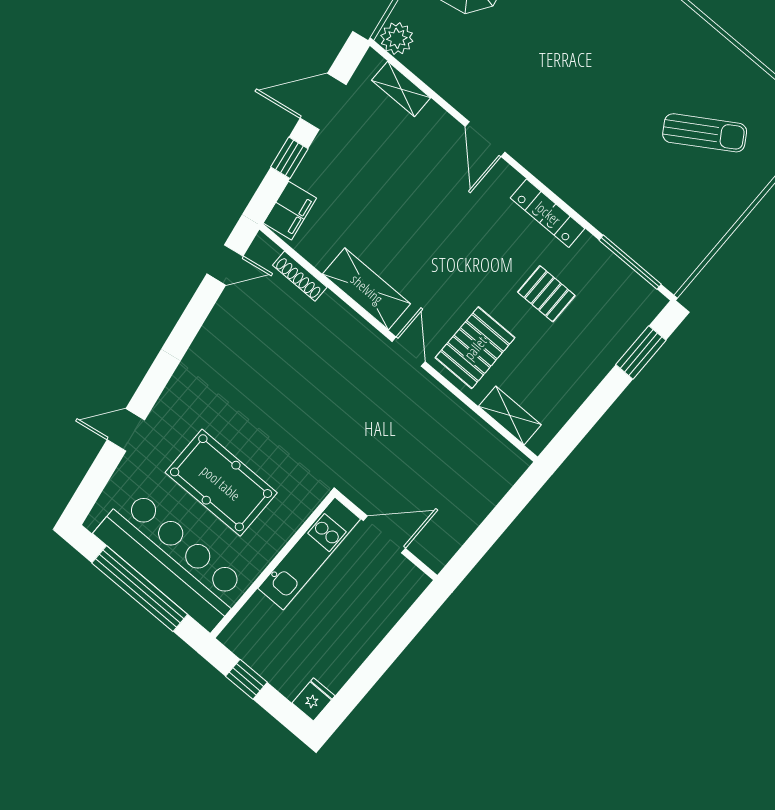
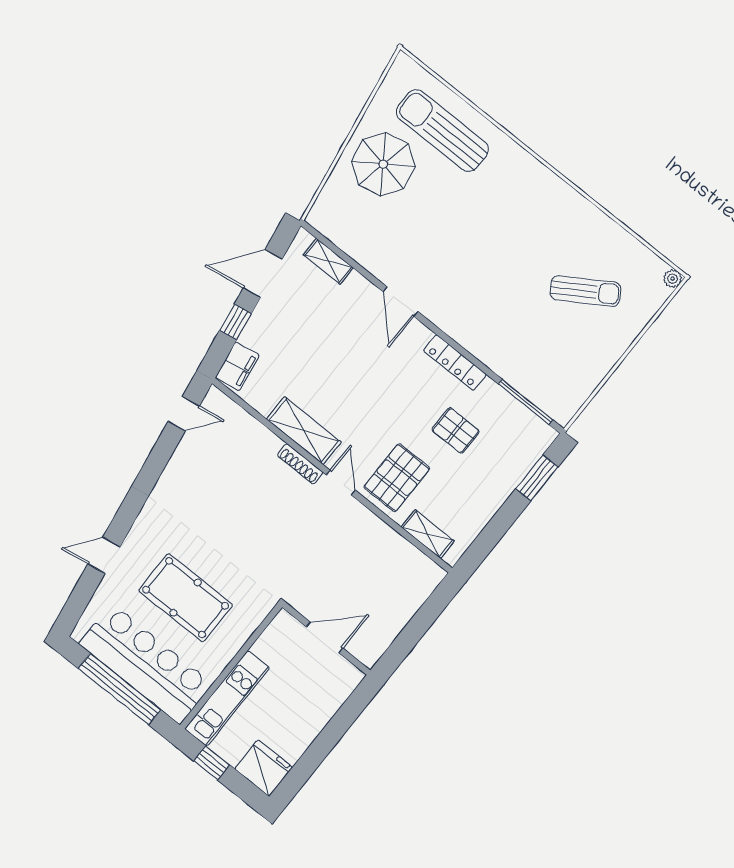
plant: (397, 38) -> (323, 219), removed
shoe rack: (300, 276) -> (300, 464), moved
kitchen unit: (309, 554) -> (227, 698), moved
fridge: (314, 699) -> (264, 768), width x1.88, depth x1.34

